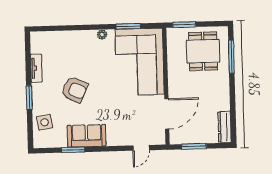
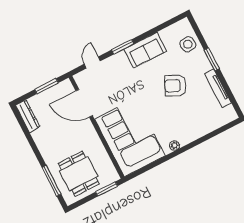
window: (128, 26) -> (155, 164), removed
tv unit: (36, 68) -> (218, 88), width x1.41
door: (167, 114) -> (84, 103), hinge flipped
window: (73, 150) -> (123, 47), moved

